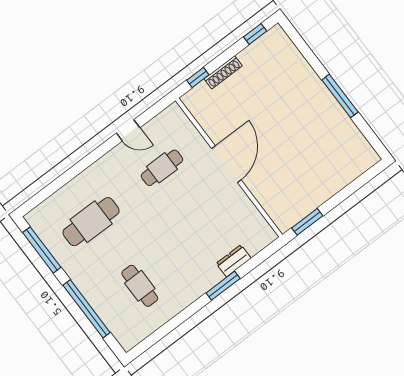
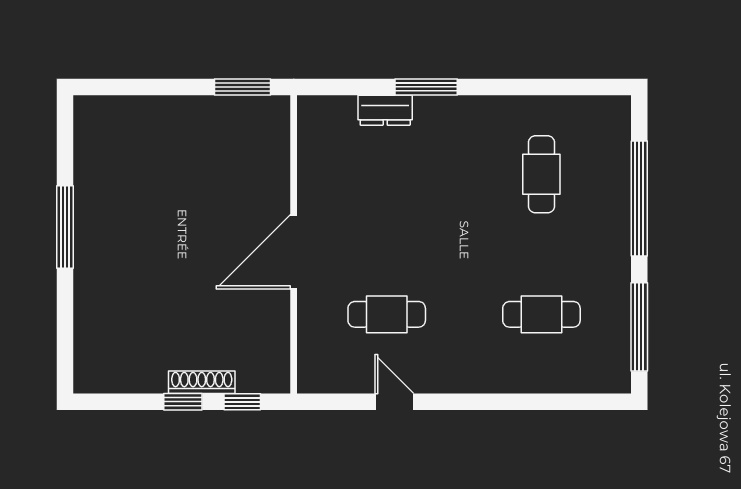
window: (255, 34) -> (183, 402), moved
cafe table: (91, 222) -> (541, 314), width x0.73, depth x0.74

